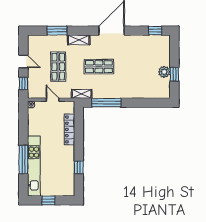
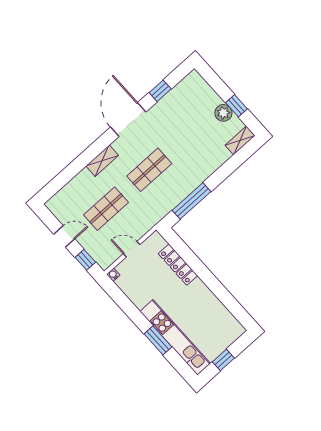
window: (57, 31) -> (70, 172), removed
window: (155, 31) -> (160, 91), moved
shop shelf: (58, 67) -> (106, 209), turned 90
shelving: (82, 94) -> (240, 140), moved
window: (23, 160) -> (158, 340), width x0.69
window: (79, 167) -> (224, 296), removed

